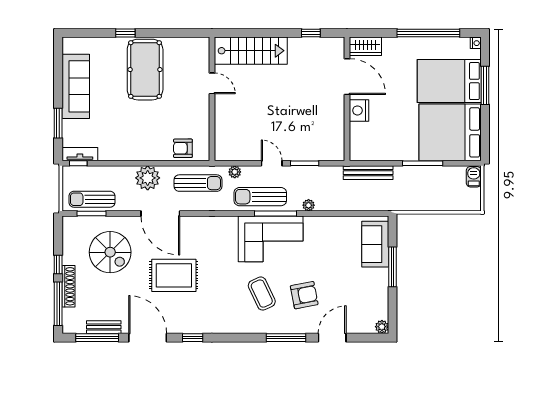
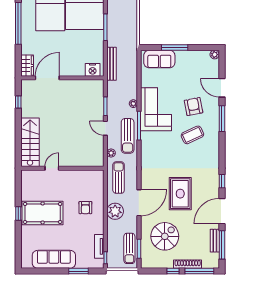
window: (125, 33) -> (18, 213), moved
nightstand: (359, 110) -> (93, 70), moved
armchair: (183, 148) -> (85, 208), moved
tv unit: (80, 154) -> (99, 246), moved
door: (272, 163) -> (105, 128), hinge flipped
corner sofa: (271, 239) -> (156, 109), moved

